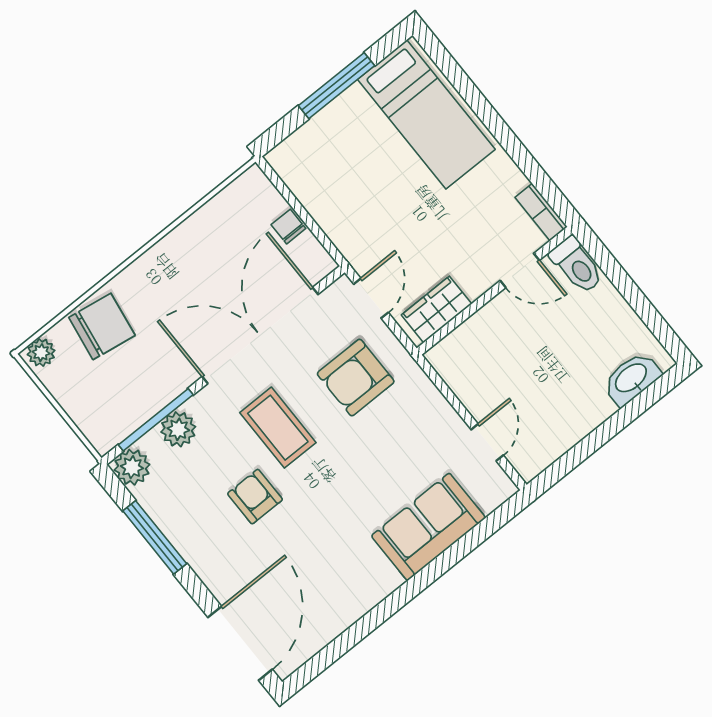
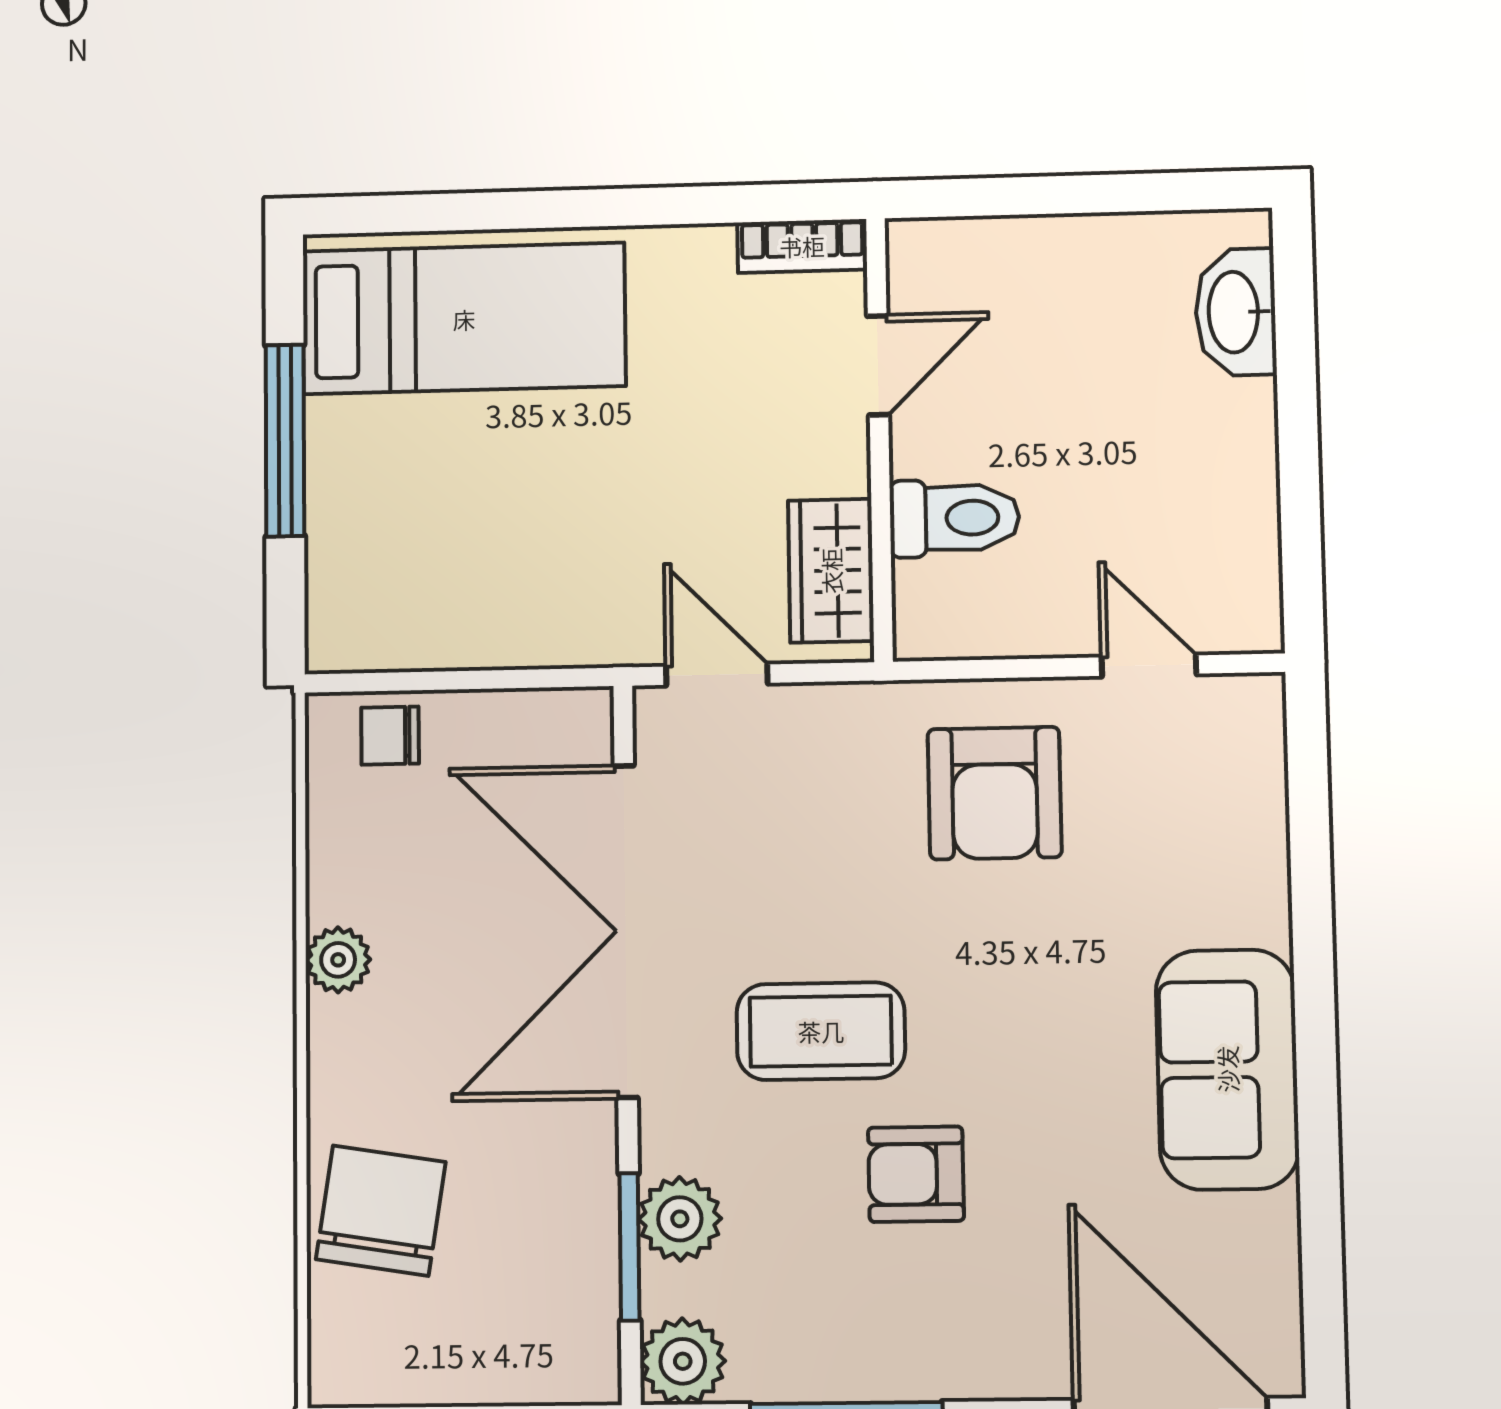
chair: (288, 227) -> (390, 736), moved
toilet: (577, 265) -> (954, 518), moved
plant: (41, 353) -> (338, 960), moved
armchair: (356, 378) -> (995, 793), moved
window: (156, 420) -> (629, 1247), width x0.69
sofa: (428, 527) -> (1227, 1069), moved

